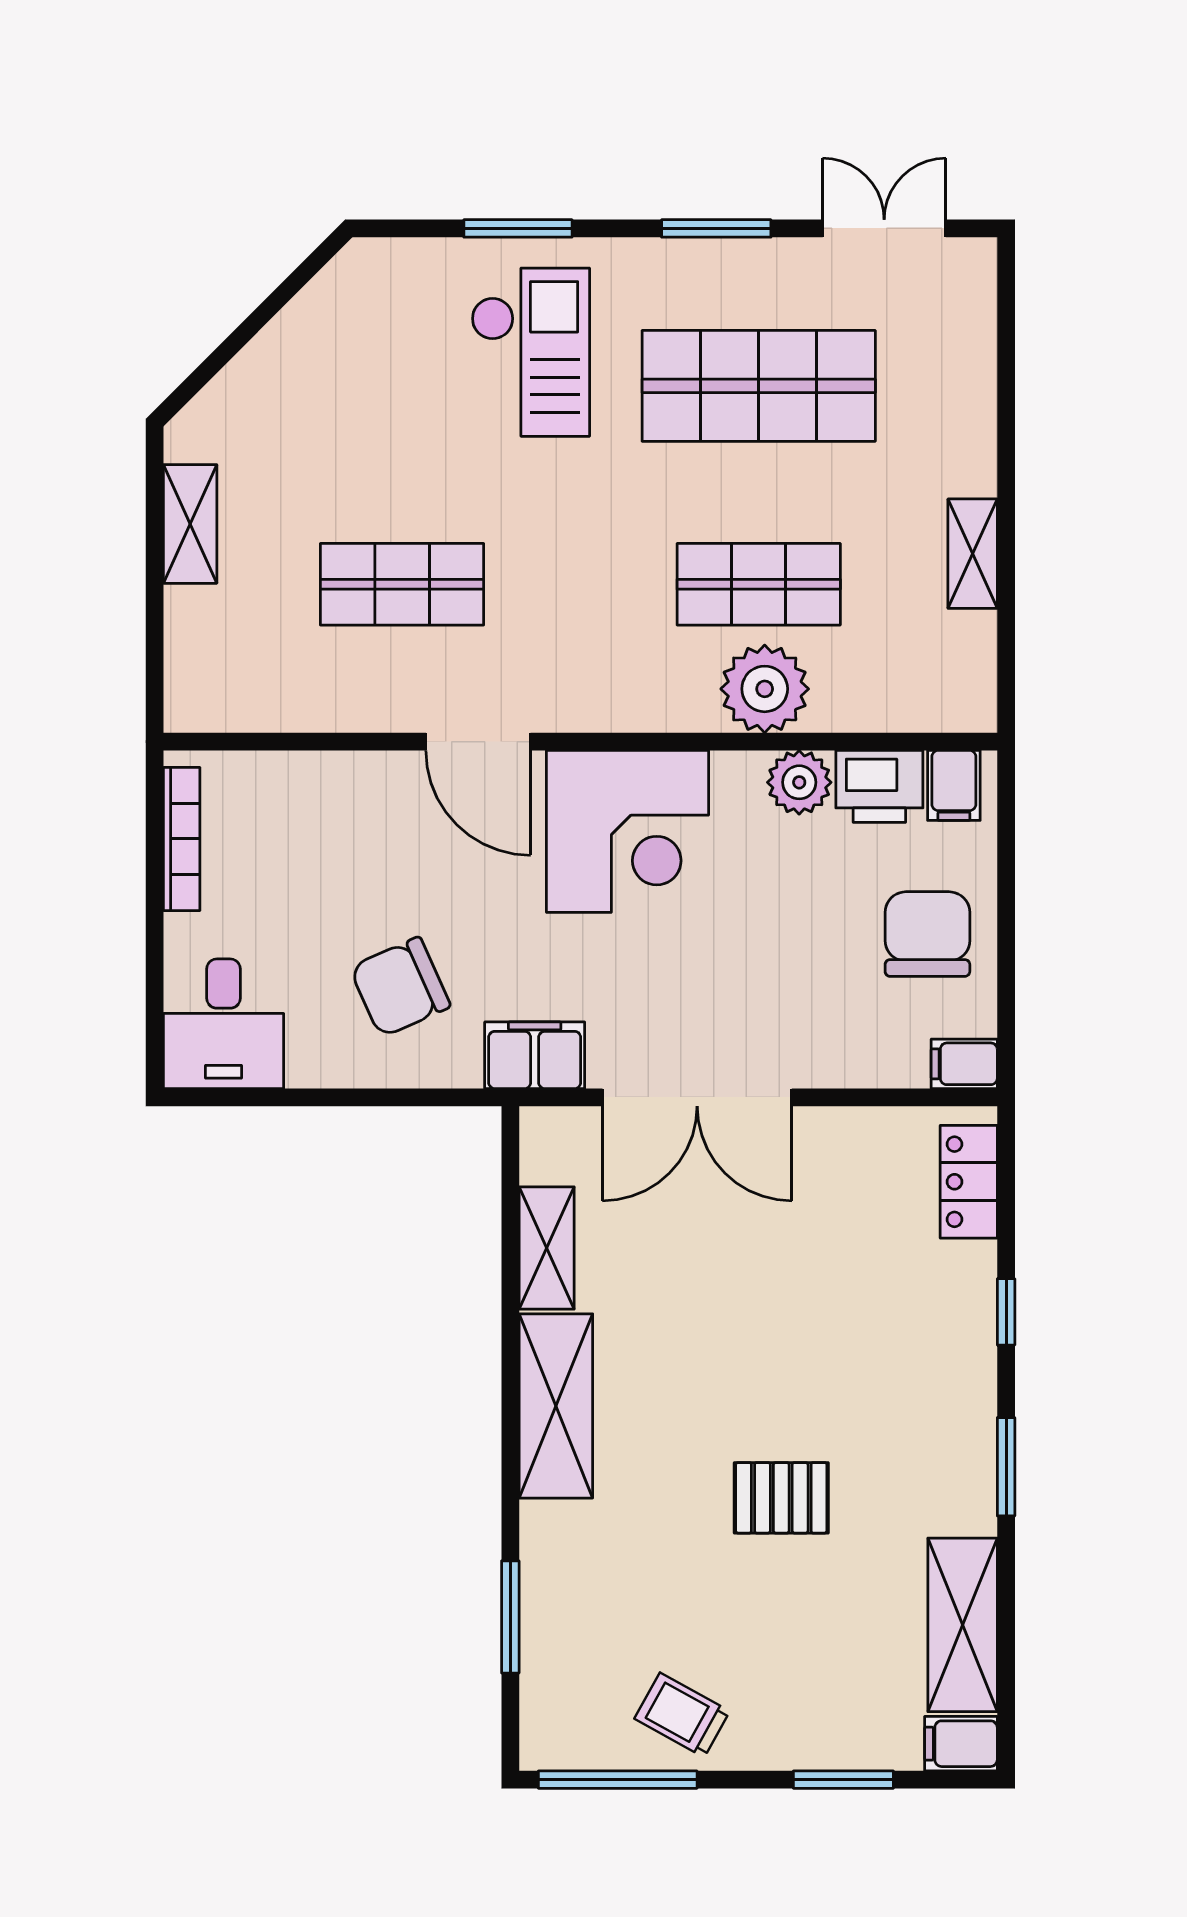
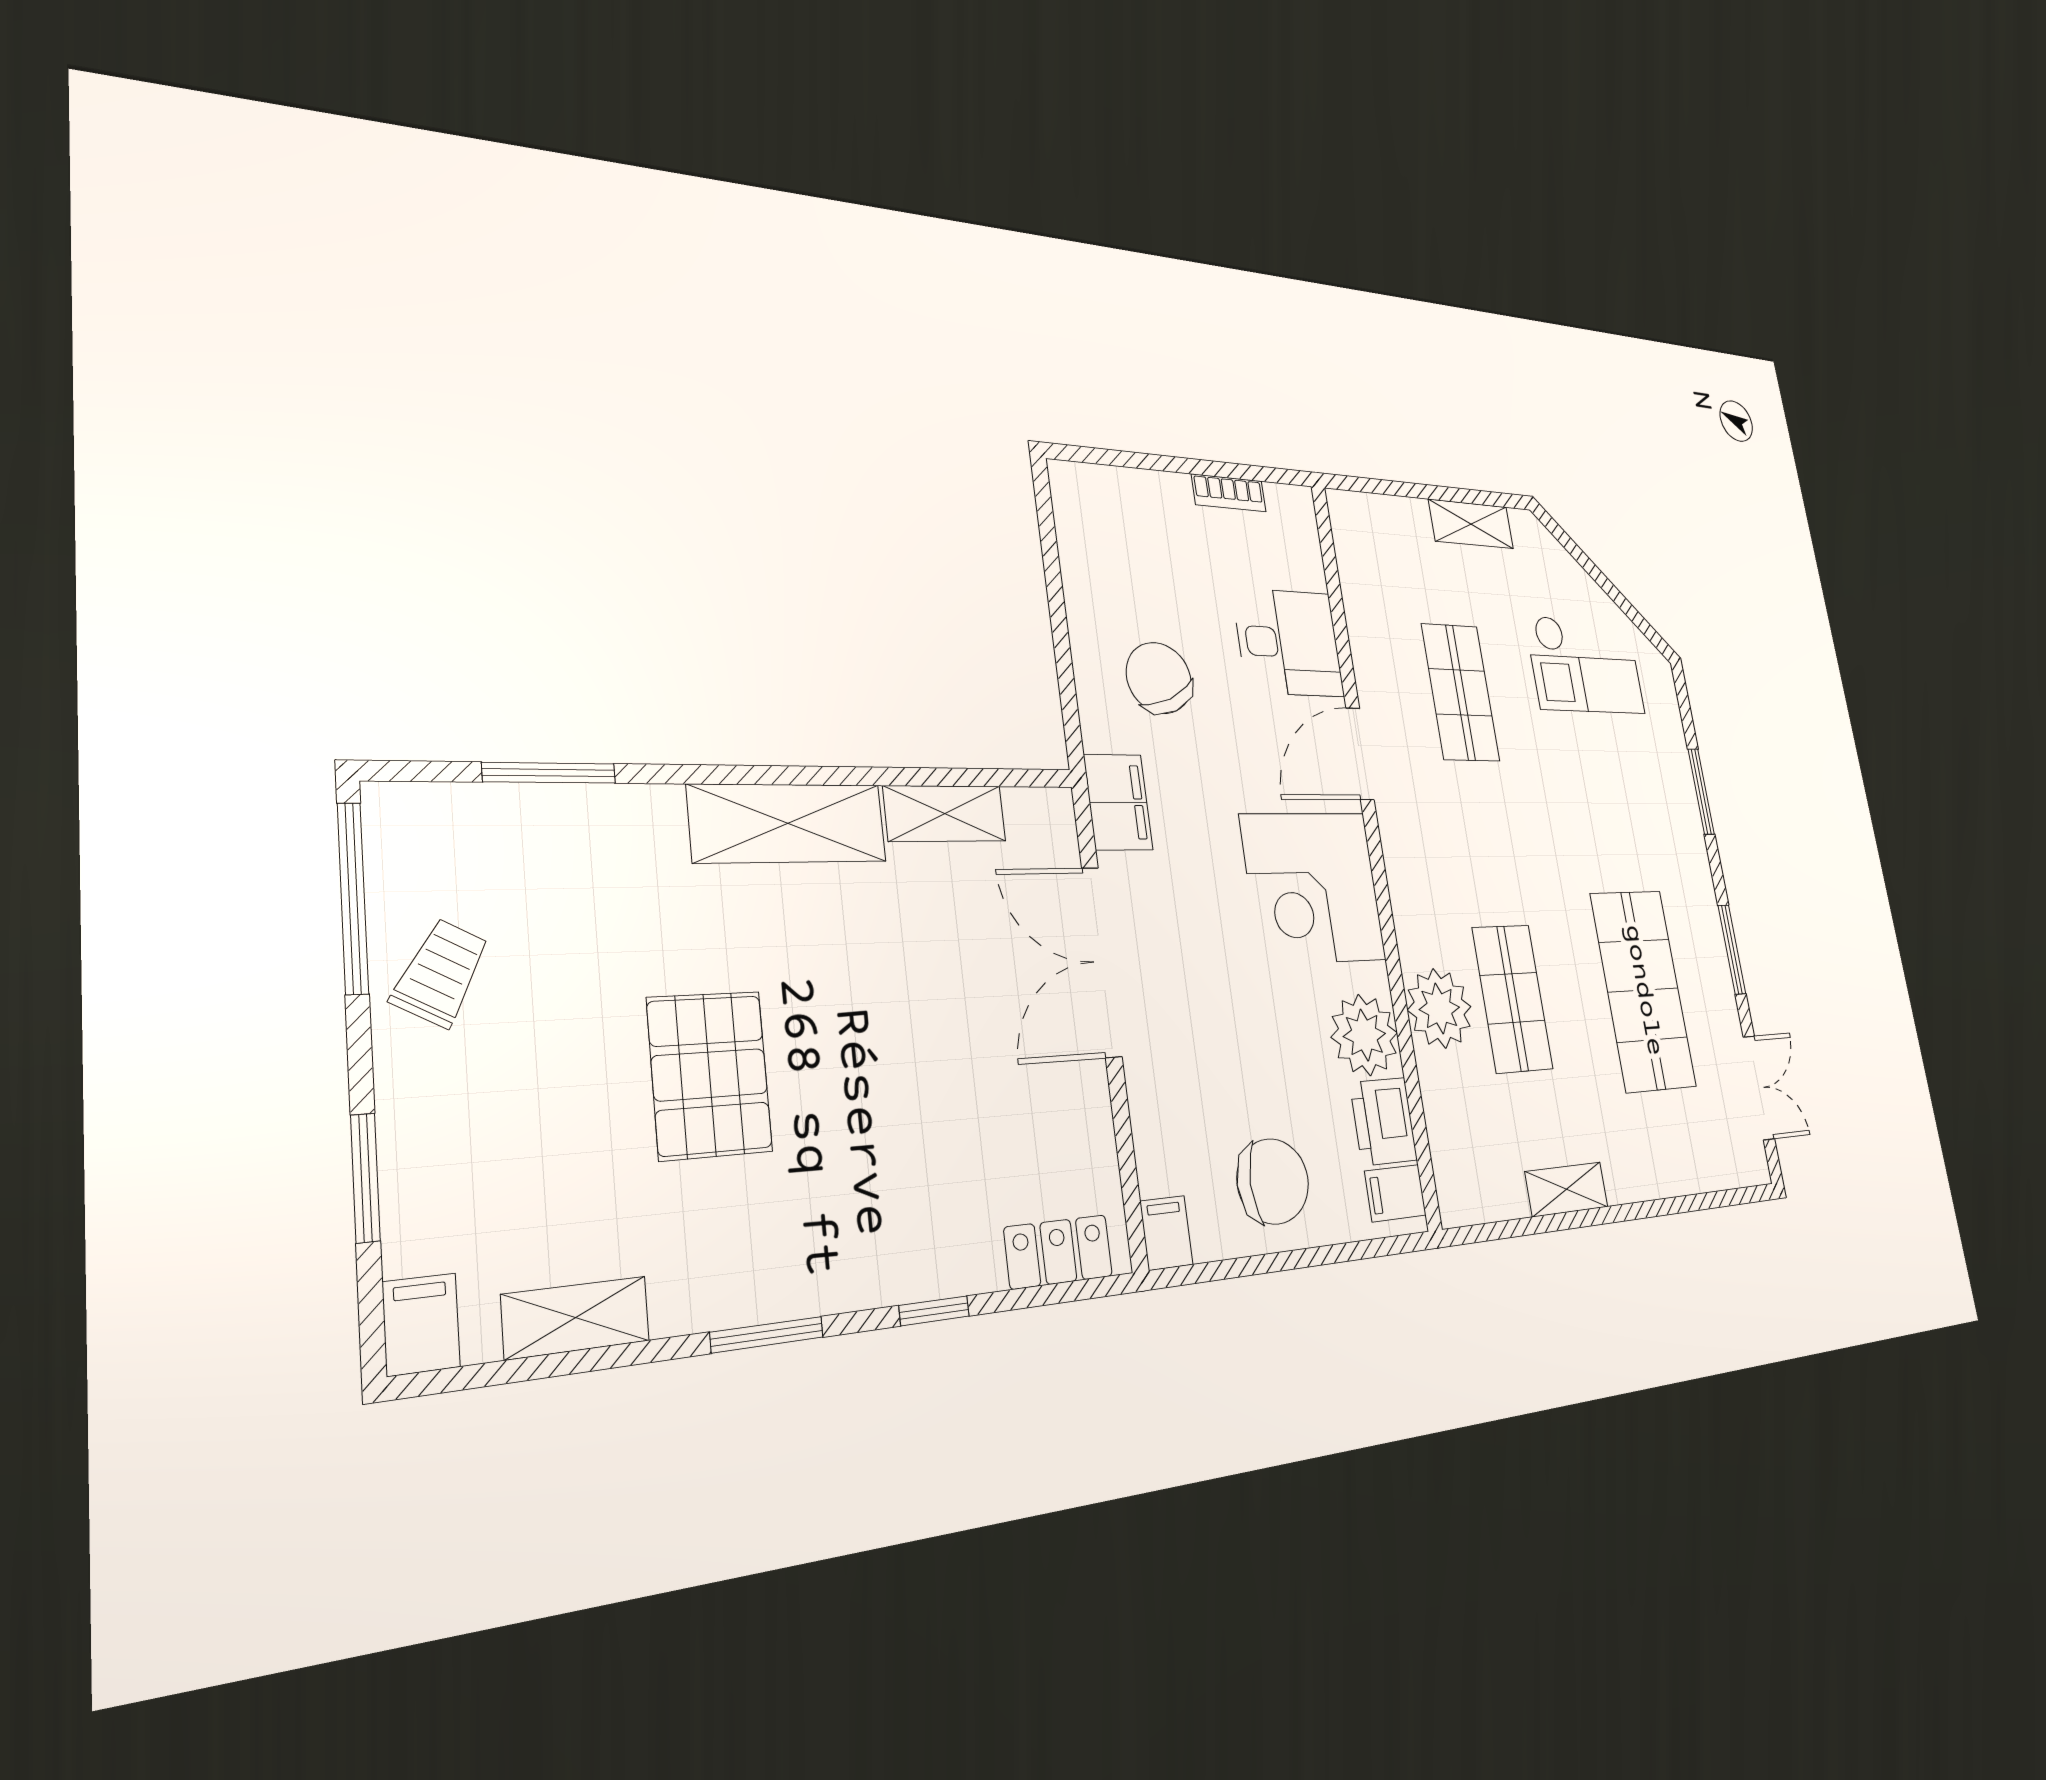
checkout: (530, 352) -> (1585, 665), moved
plant: (799, 782) -> (1364, 1035), width x1.36, depth x1.36
bookcase: (182, 839) -> (1229, 493), width x0.64
desk: (224, 1024) -> (1288, 643), moved, turned 180
pallet: (781, 1498) -> (710, 1075), width x1.50, depth x1.42
shelving: (963, 1625) -> (576, 1318), width x0.67, depth x0.75

